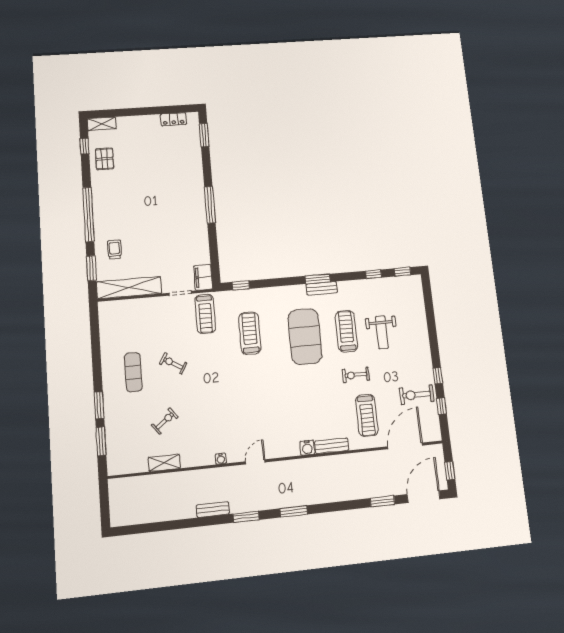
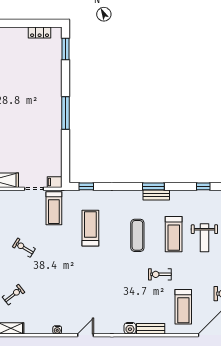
filing cabinet: (203, 277) -> (55, 182), width x0.50
treadmill: (346, 331) -> (174, 234), turned 180
exercise mat: (305, 337) -> (137, 235), width x0.50, depth x0.69
exercise bike: (356, 375) -> (160, 274), moved

